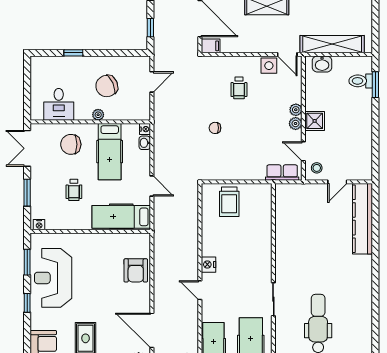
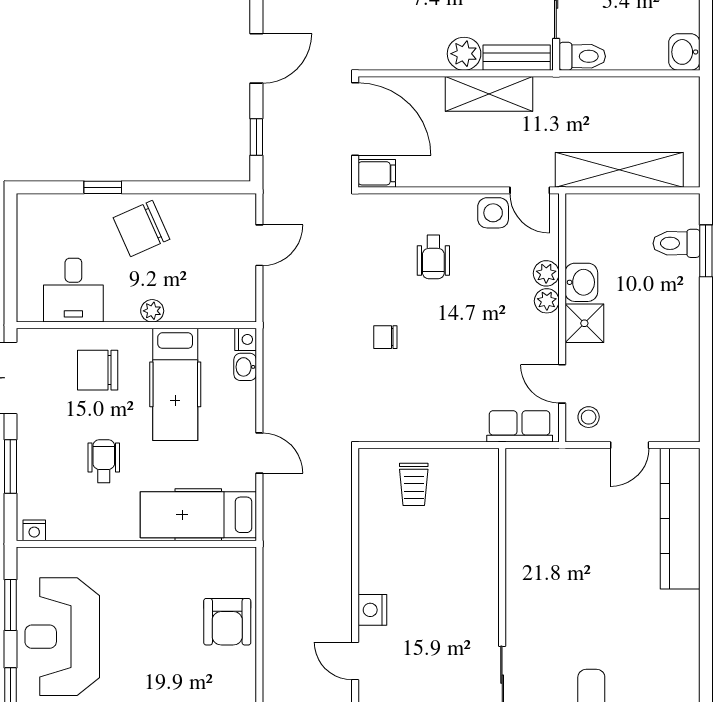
washbasin: (322, 64) -> (581, 282), moved, turned -90
chair: (107, 86) -> (141, 228), moved
plant: (296, 123) -> (546, 273), moved
wheelchair: (74, 190) -> (104, 461), turned 180
trolley: (229, 202) -> (414, 484), width x0.73, depth x0.72

